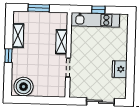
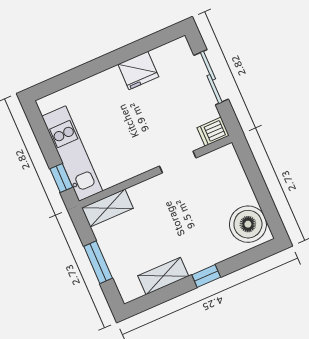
window: (98, 10) -> (61, 178), moved
shelving: (62, 42) -> (108, 208), moved
dishwasher: (75, 91) -> (213, 132), added

